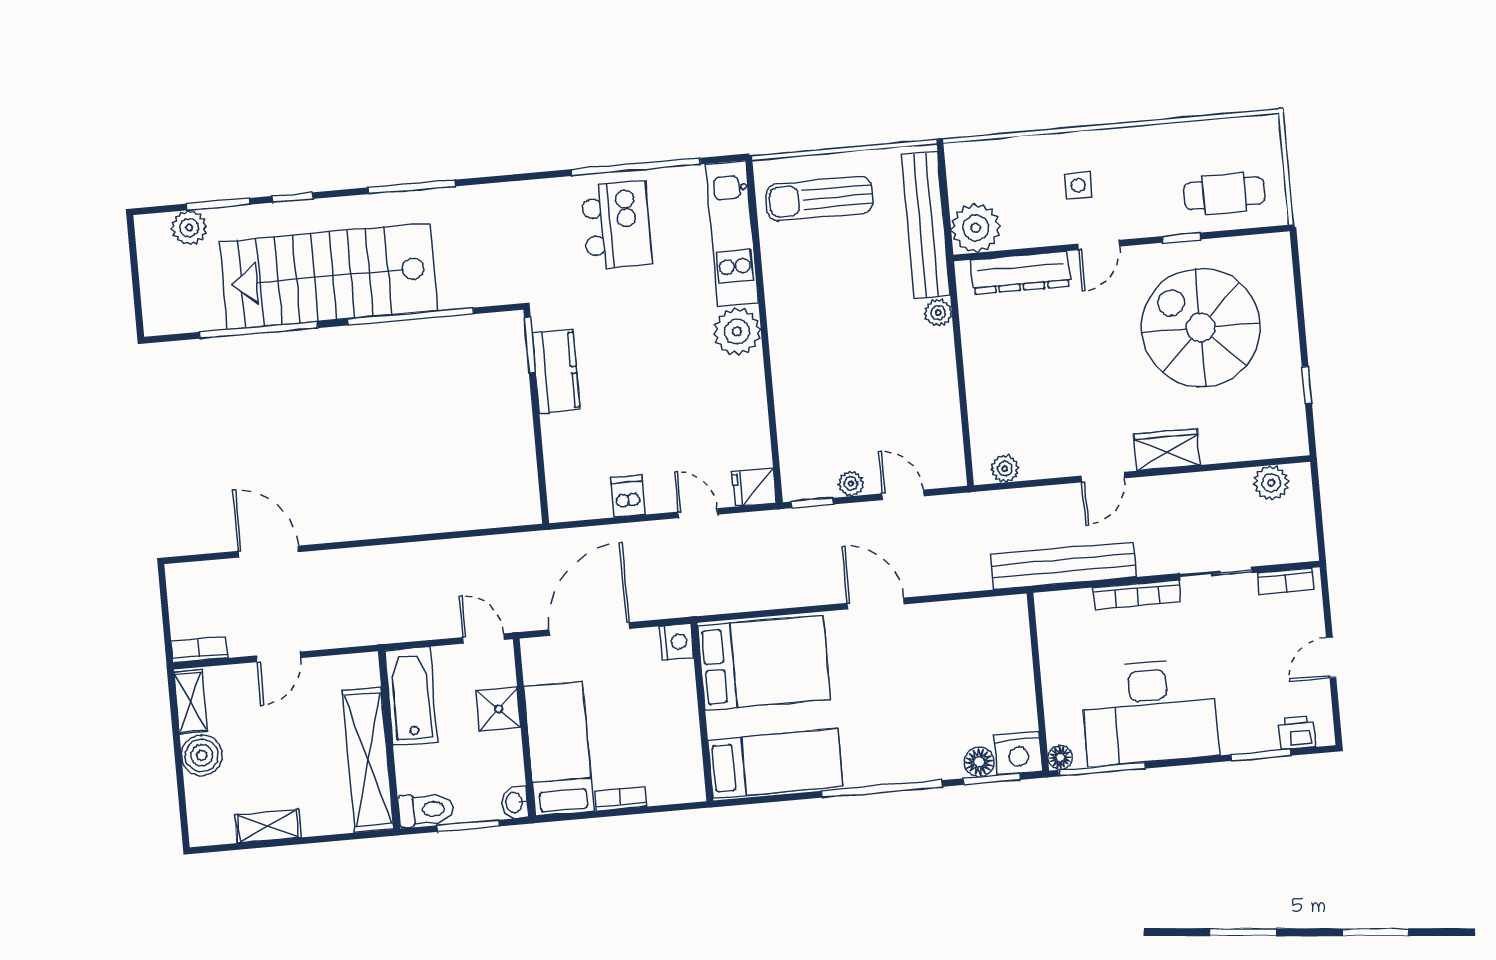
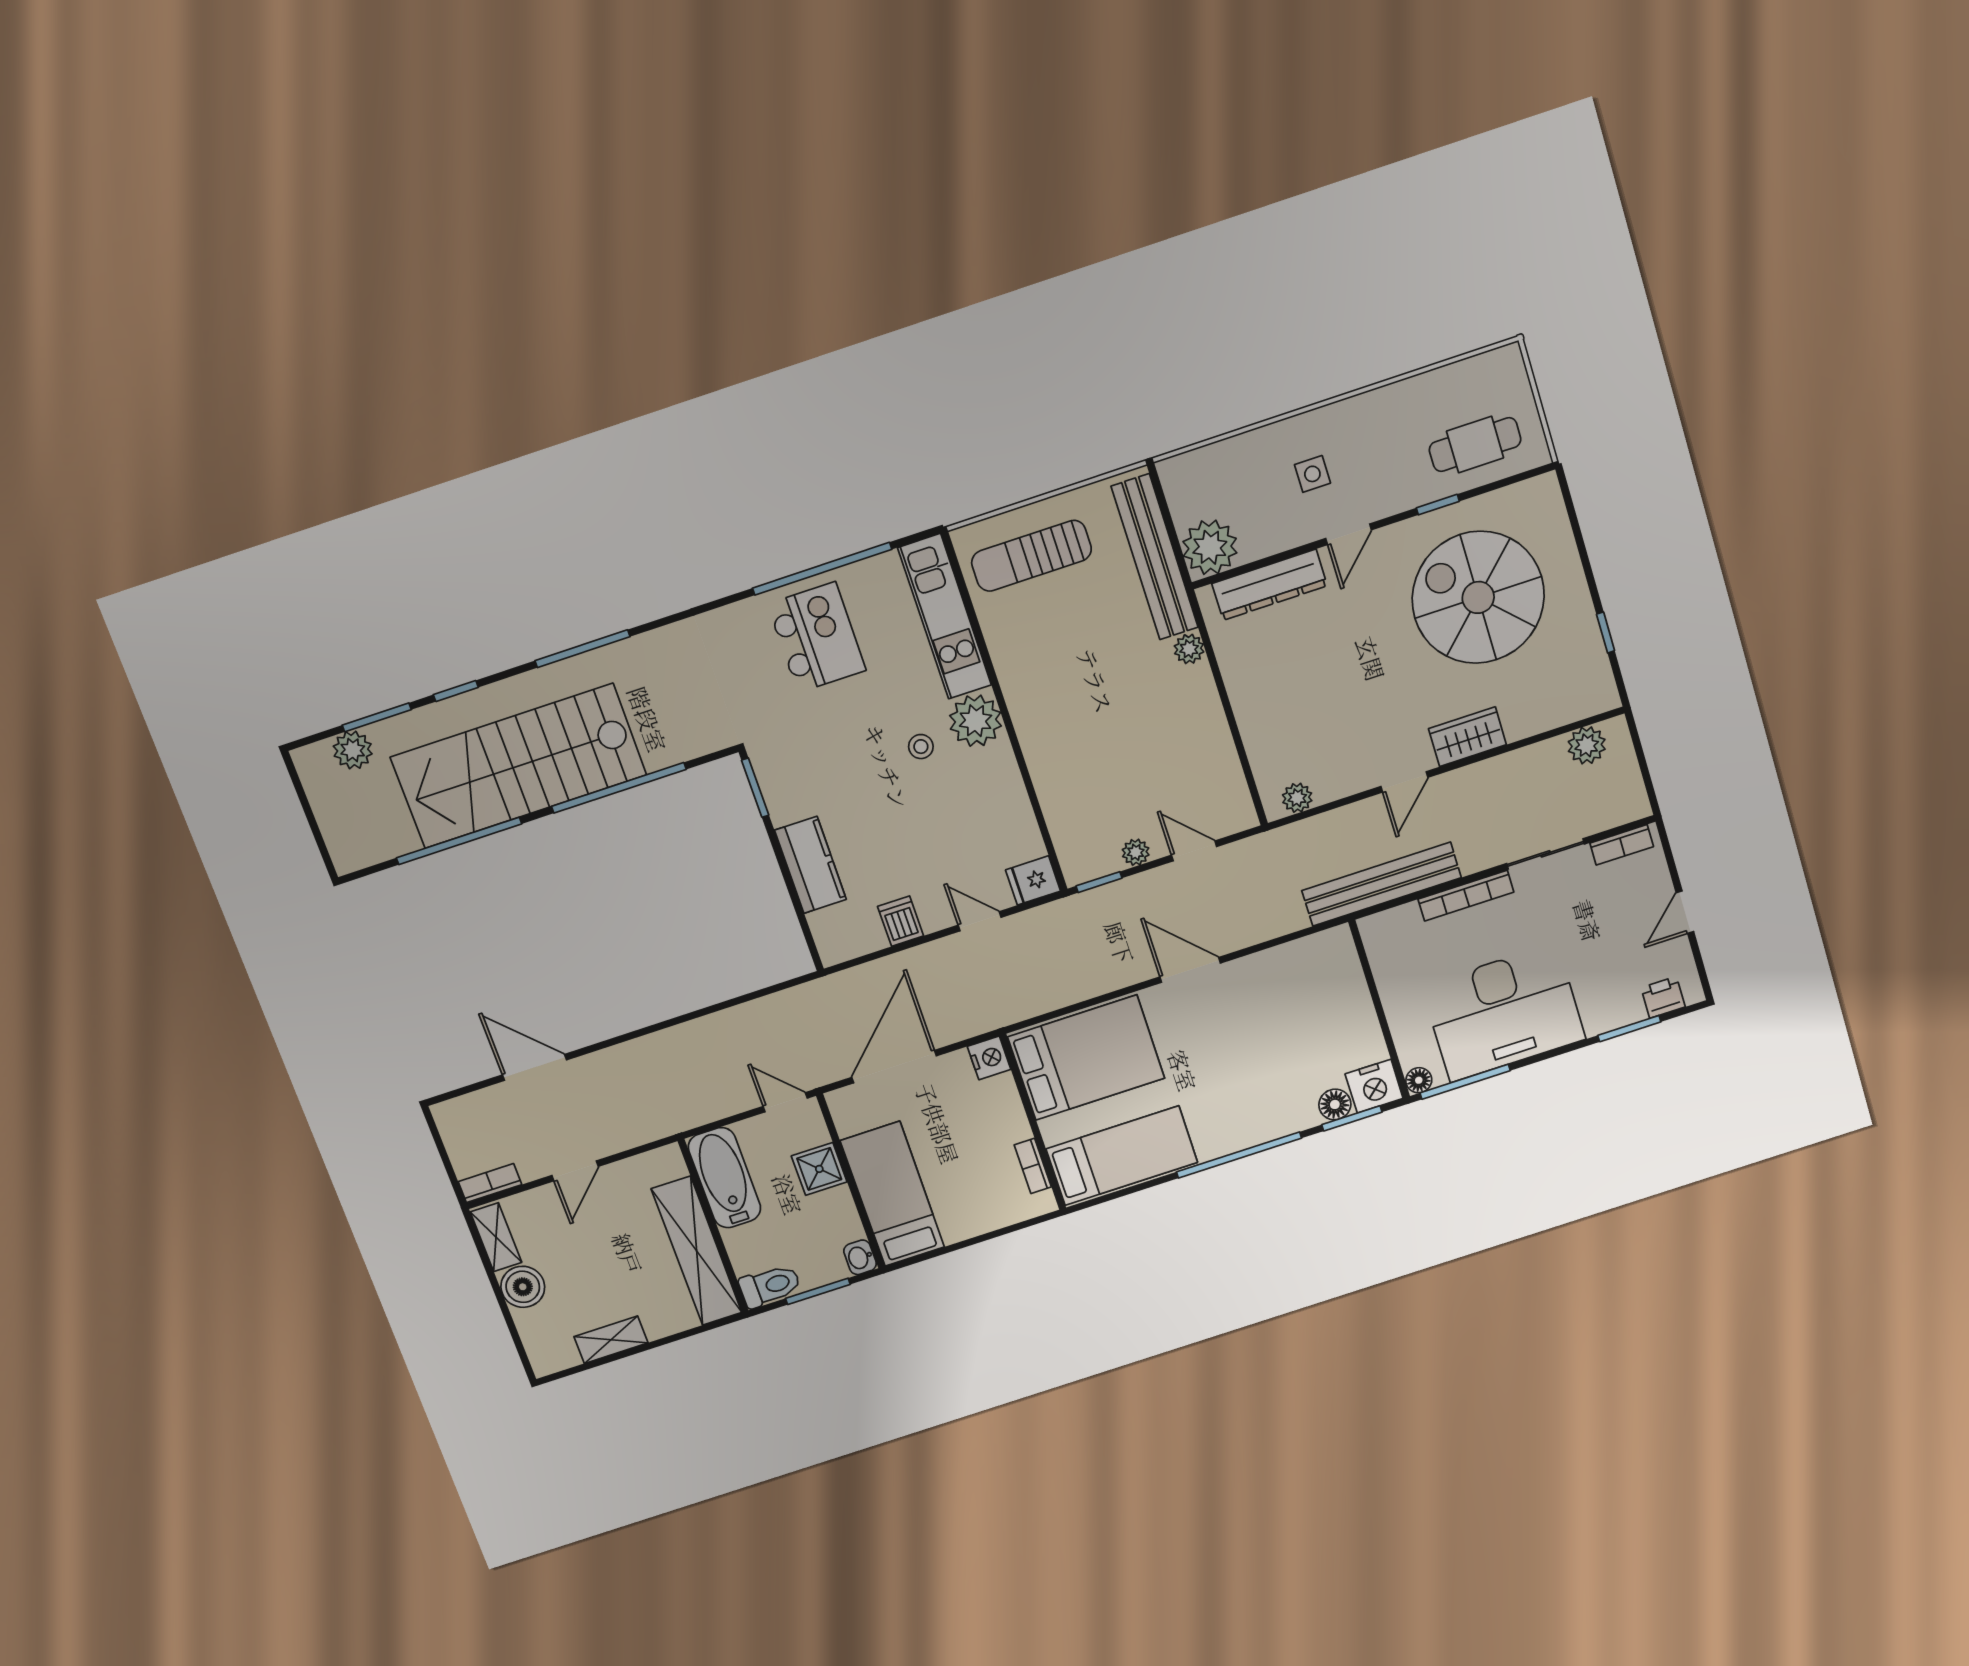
stool: (684, 343) -> (921, 747), added
kitchen counter: (556, 371) -> (810, 865), moved
bookcase: (621, 799) -> (1033, 1166), moved, turned -90

